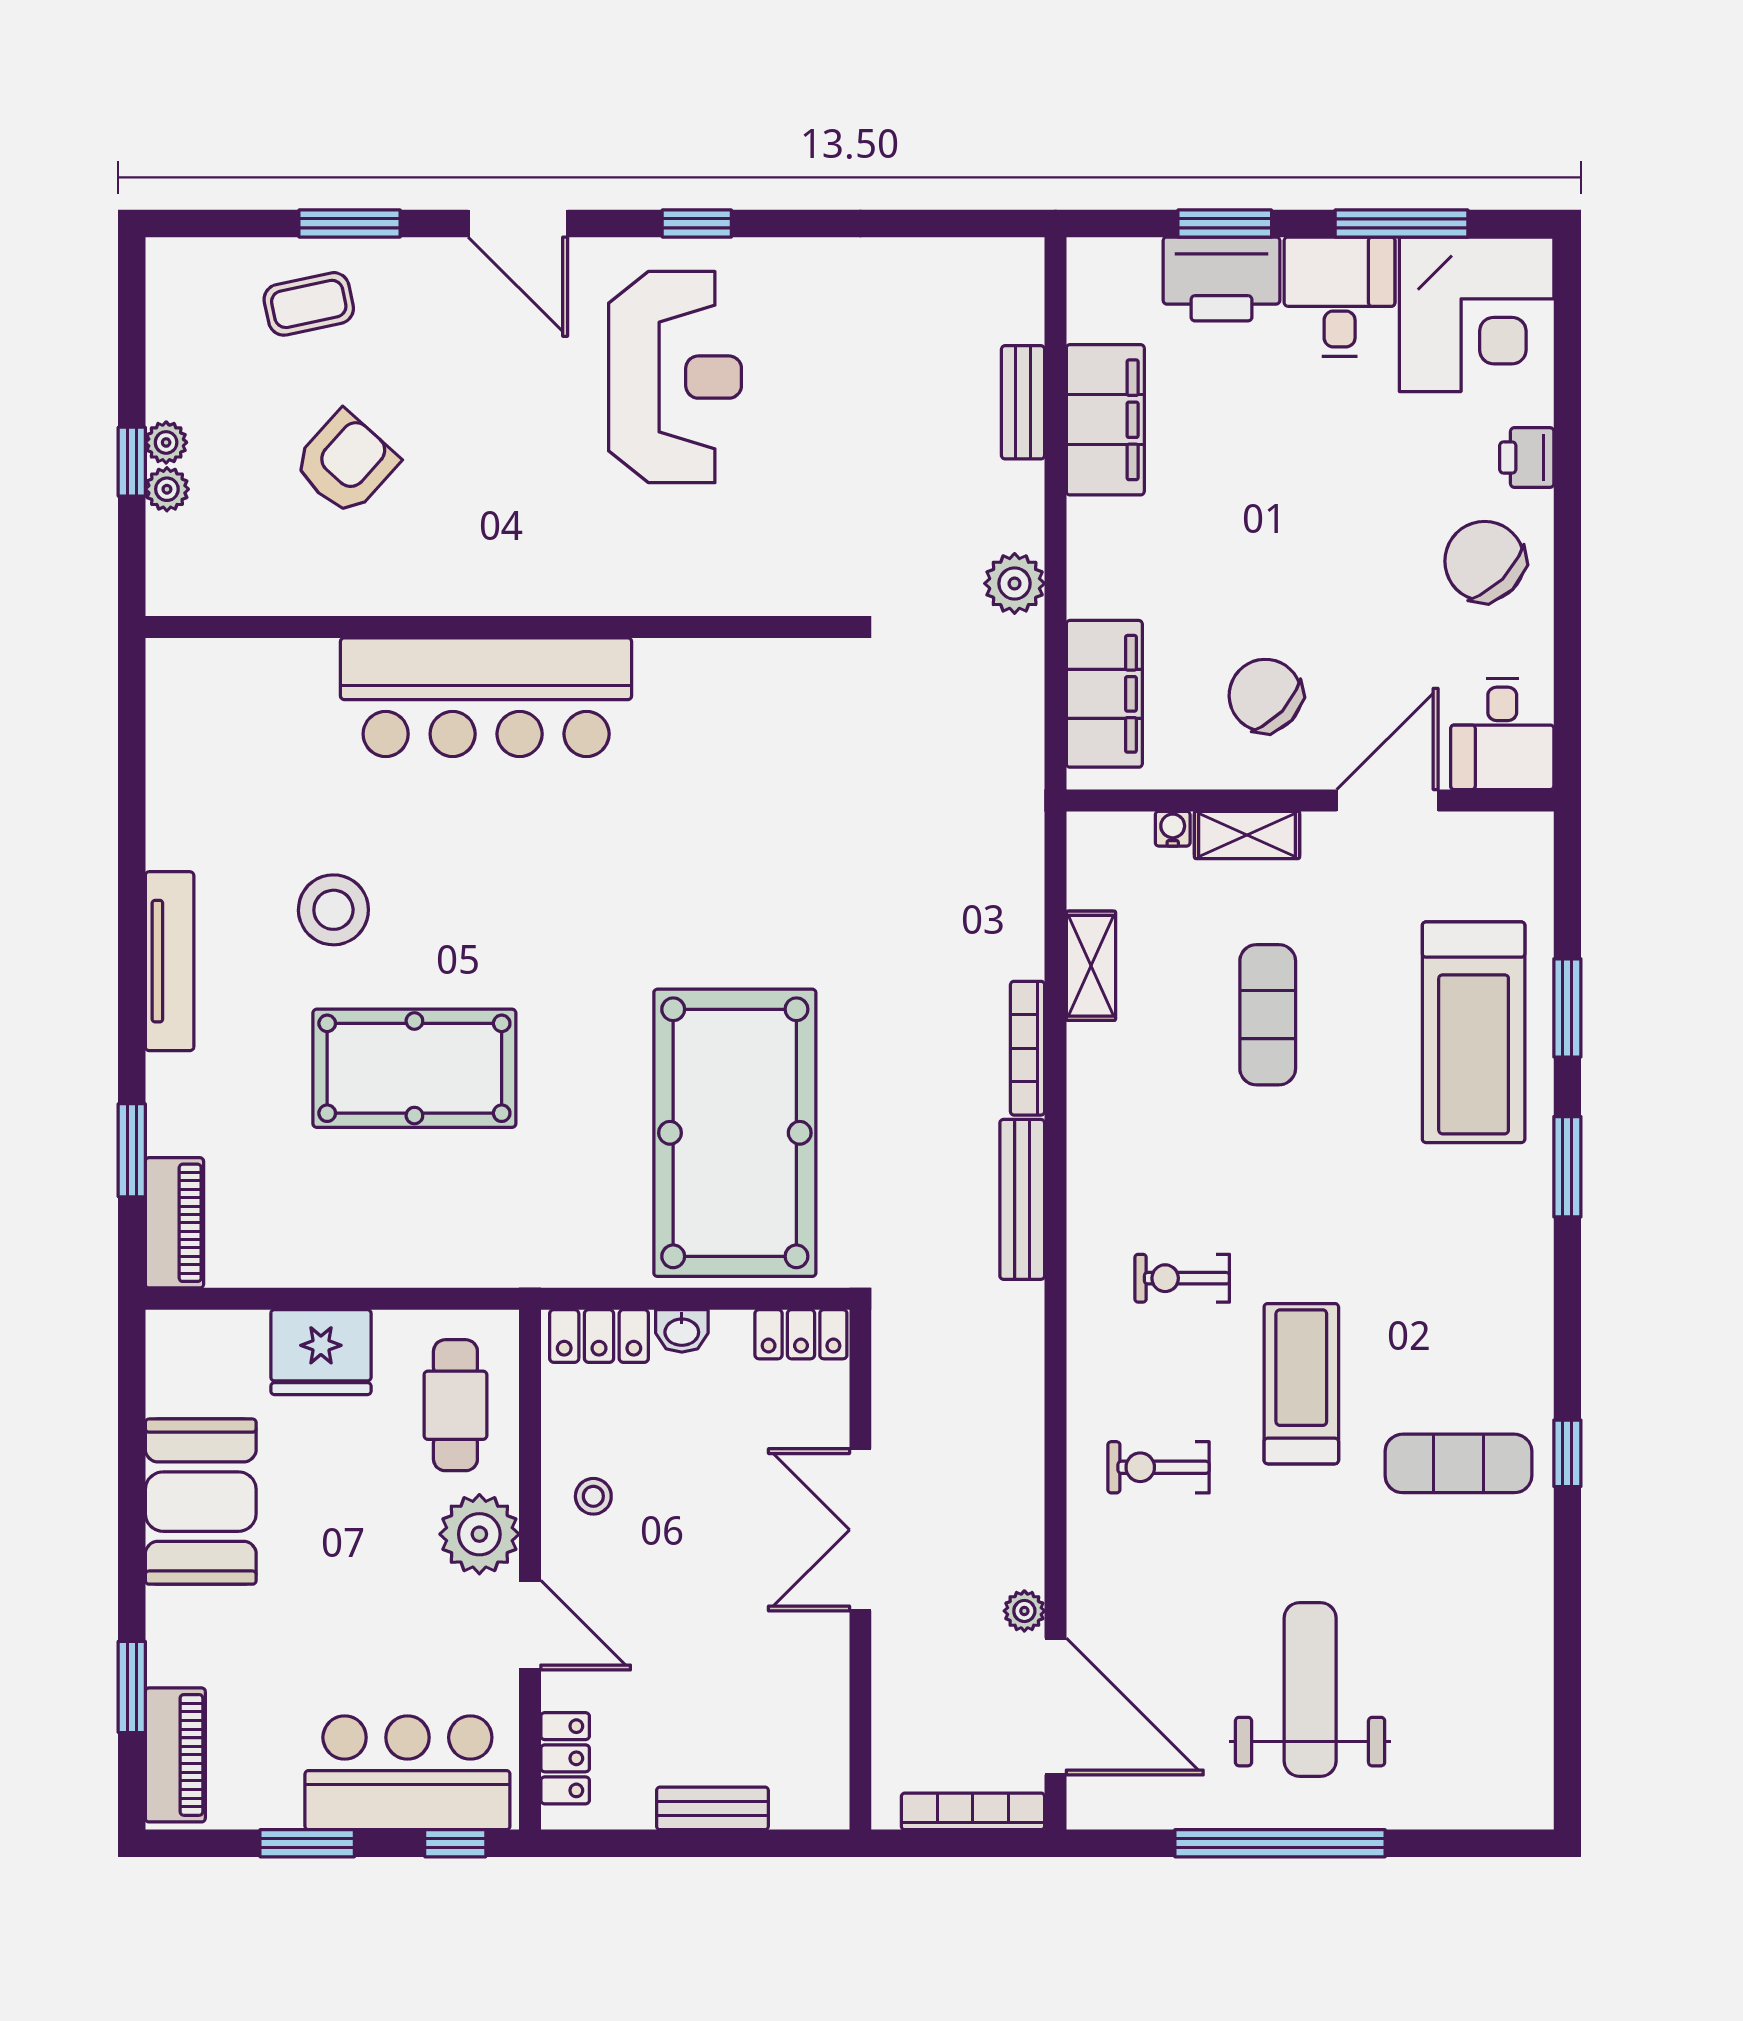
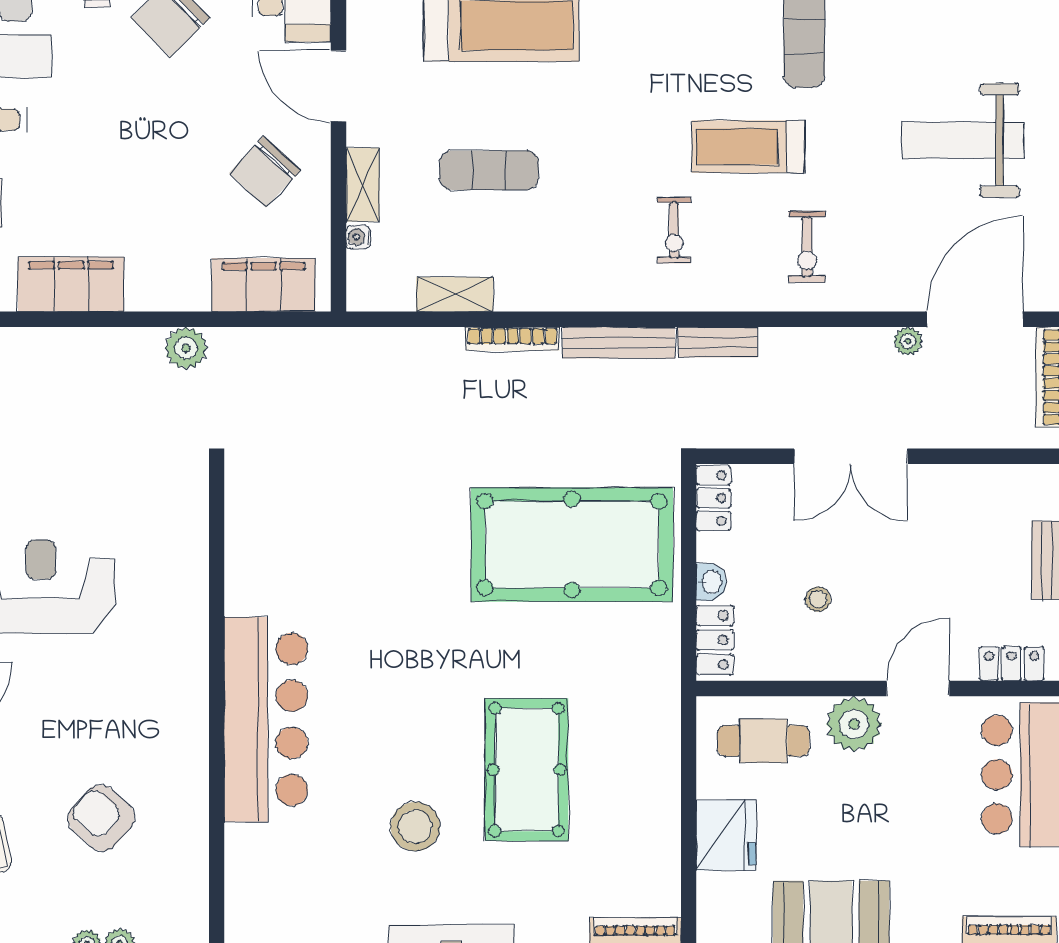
bench: (1023, 402) -> (718, 342), moved
stool: (593, 1496) -> (818, 599), moved

